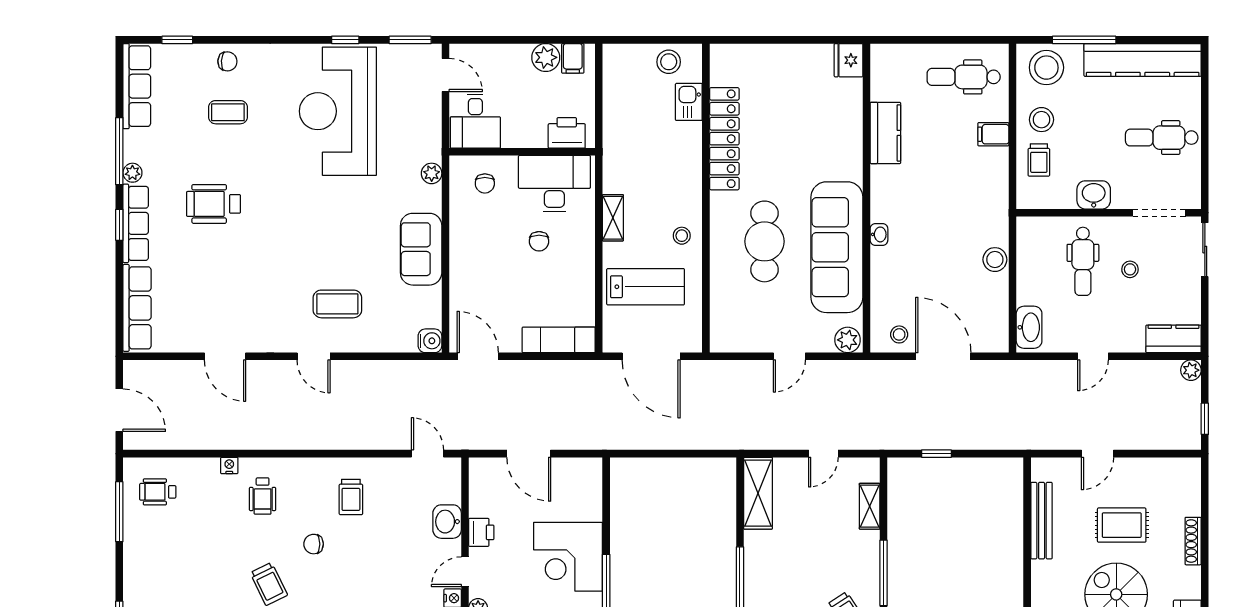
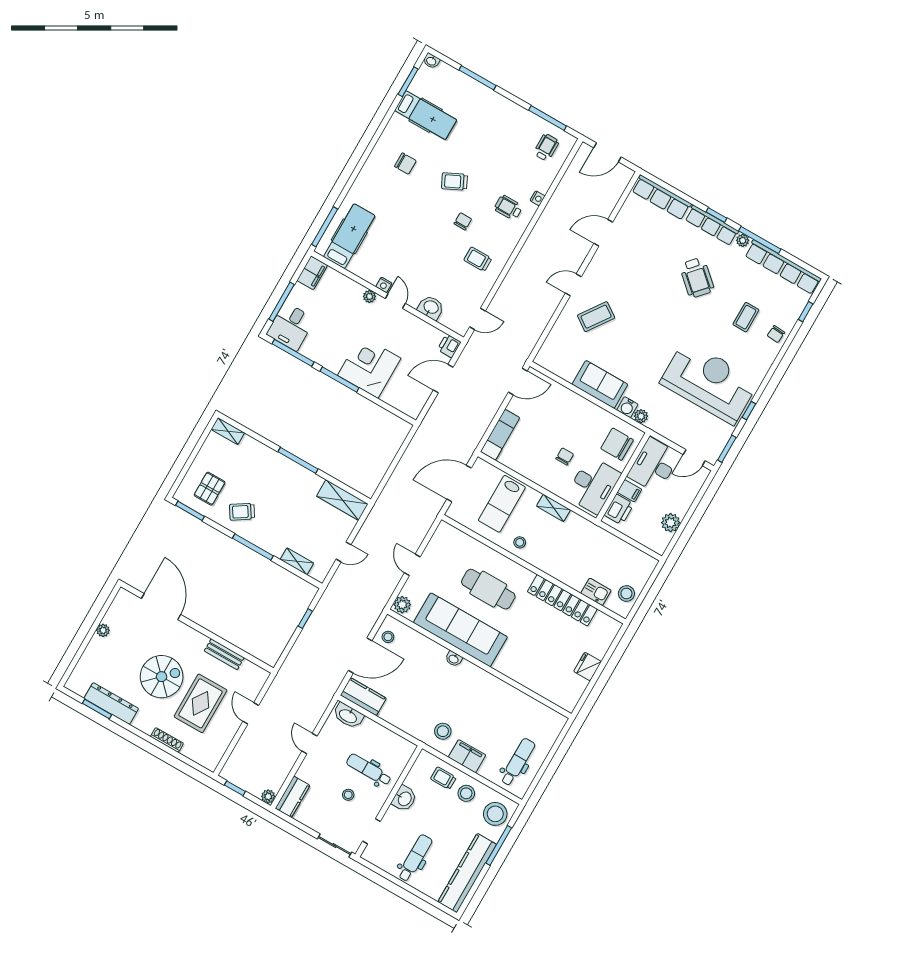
filing cabinet: (573, 58) -> (629, 491), moved, turned 180
fridge: (849, 60) -> (588, 666), moved, turned -90
row of seats: (137, 86) -> (783, 267), width x1.36
desk: (475, 121) -> (654, 465), width x1.37
kitchen counter: (885, 133) -> (363, 697), moved, turned 180
filing cabinet: (993, 134) -> (467, 756), width x2.00
chair: (485, 183) -> (617, 444), width x1.87, depth x1.87
wheelchair: (213, 204) -> (697, 278), turned 132
doorway: (1159, 213) -> (372, 831), width x0.73
chair: (539, 241) -> (565, 456), turned 90
stool: (995, 260) -> (443, 731), moved
coffee table: (337, 304) -> (596, 317), turned 35
water cooler: (430, 341) -> (627, 407), moved
door: (823, 454) -> (343, 552), swing flipped
bench: (1042, 521) -> (224, 654), width x0.73
rug: (1122, 525) -> (200, 703), width x1.36, depth x1.43
printer: (481, 532) -> (449, 346), moved, turned 90

